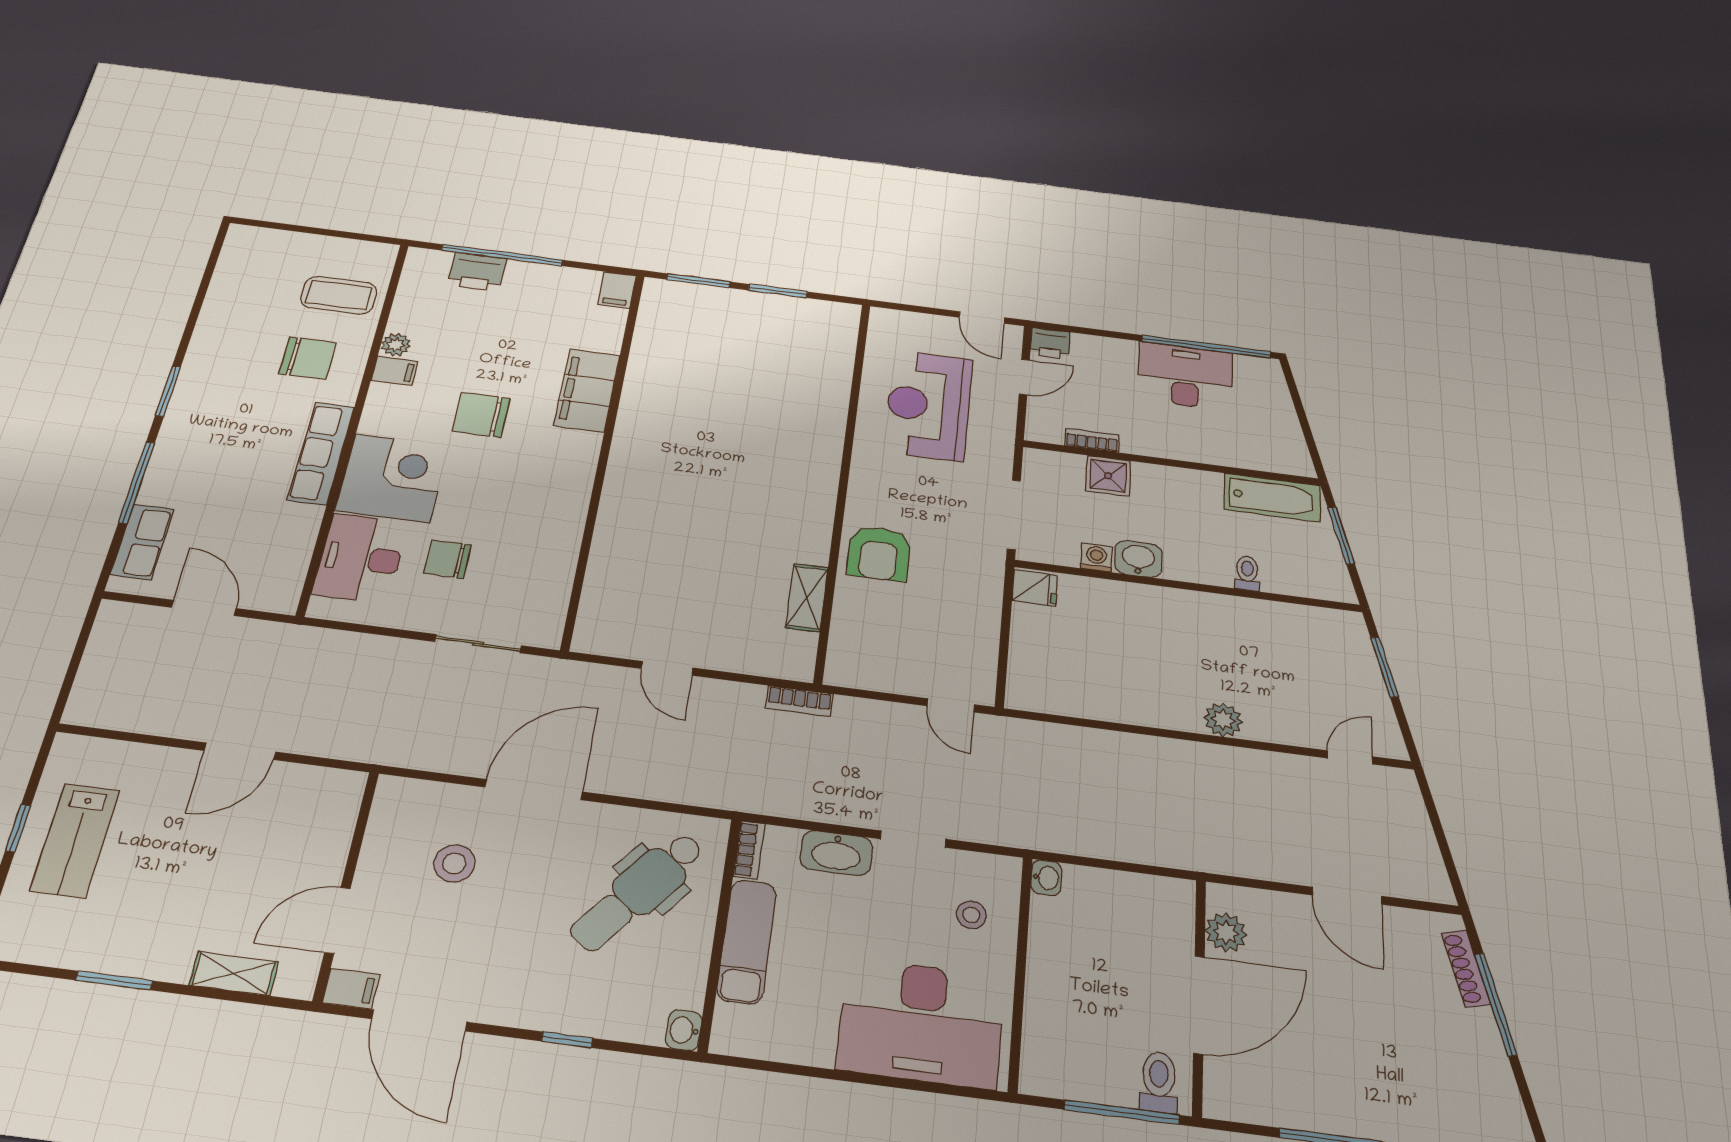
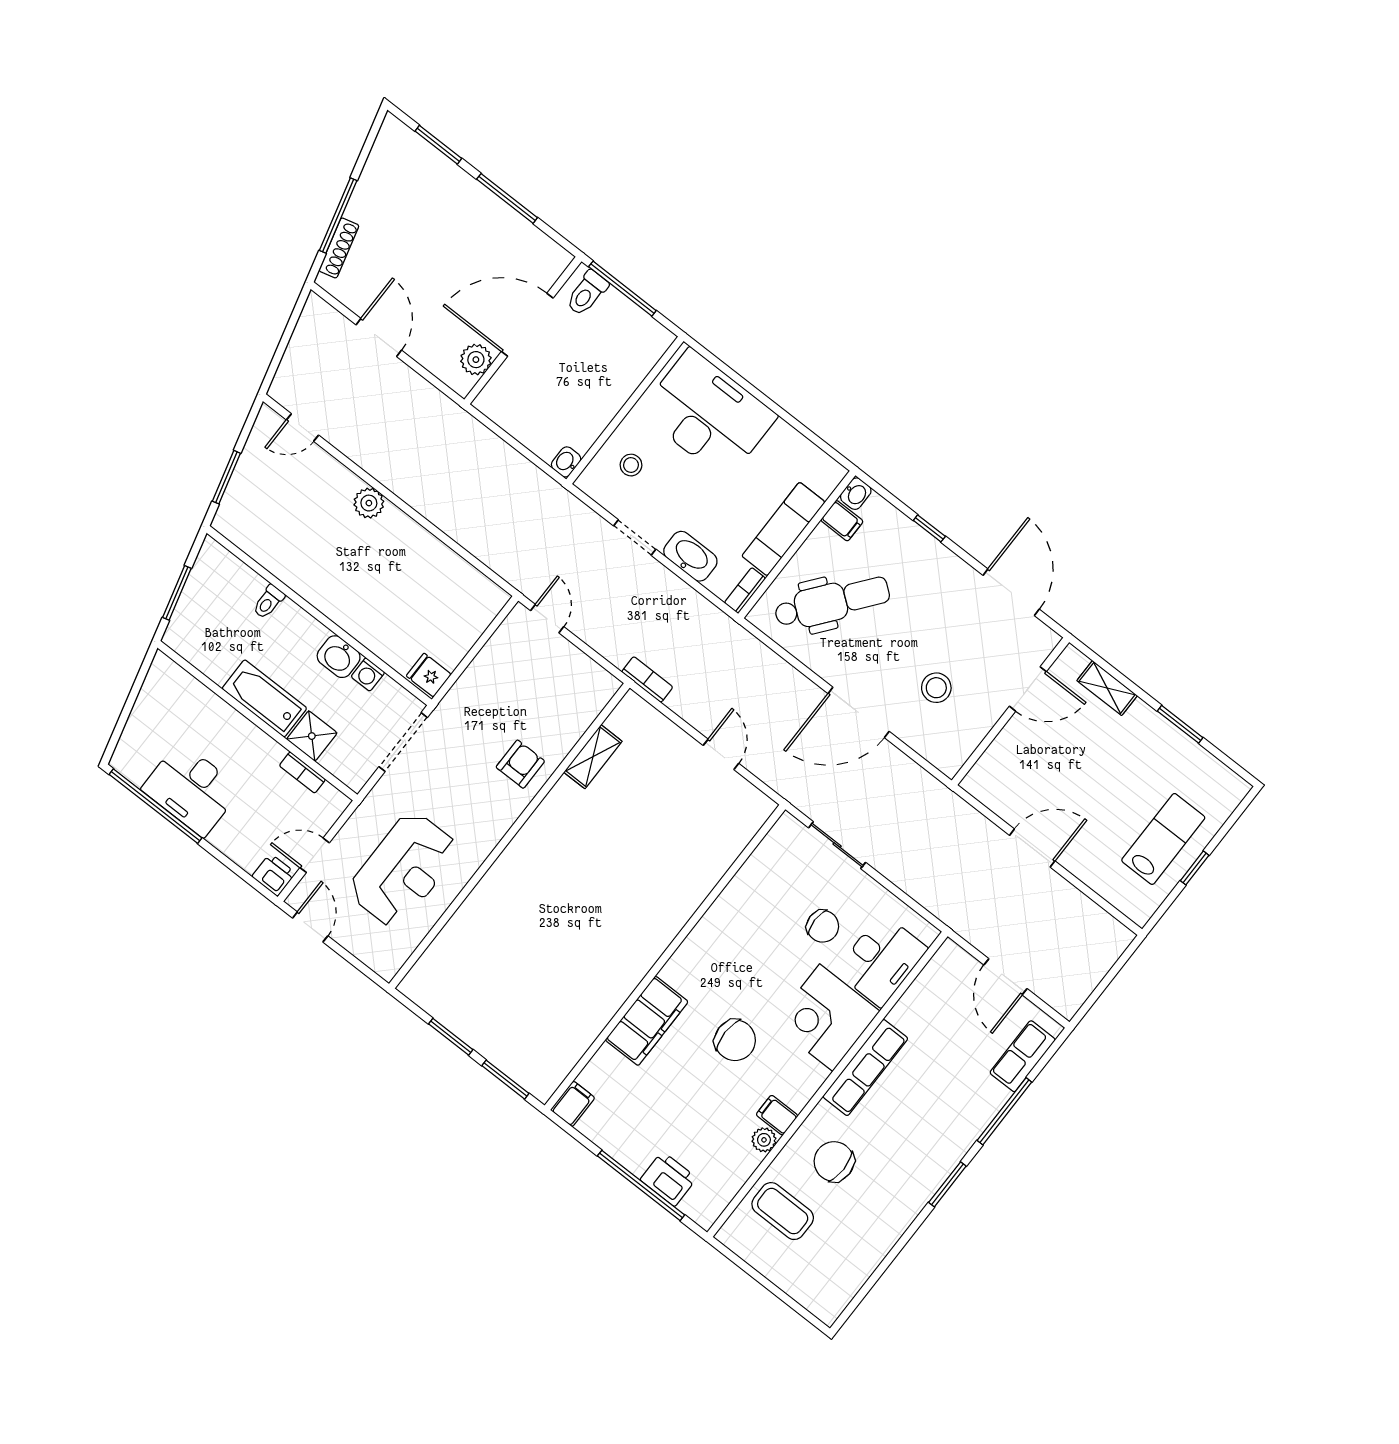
bathtub: (1272, 498) -> (264, 698), moved
armchair: (879, 553) -> (520, 764), width x0.72, depth x0.72
filing cabinet: (351, 989) -> (842, 521), moved, turned 180

